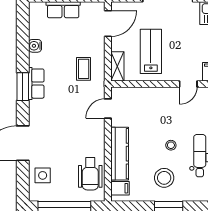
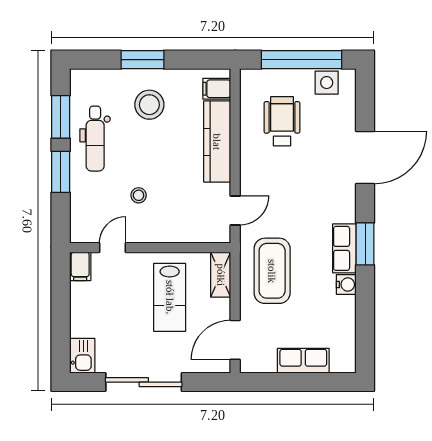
water cooler: (35, 46) -> (346, 284), moved
coffee table: (84, 69) -> (272, 271), width x1.86, depth x1.72
stool: (171, 145) -> (139, 195), moved
wheelchair: (90, 174) -> (282, 121), moved
side table: (43, 175) -> (327, 83), moved

